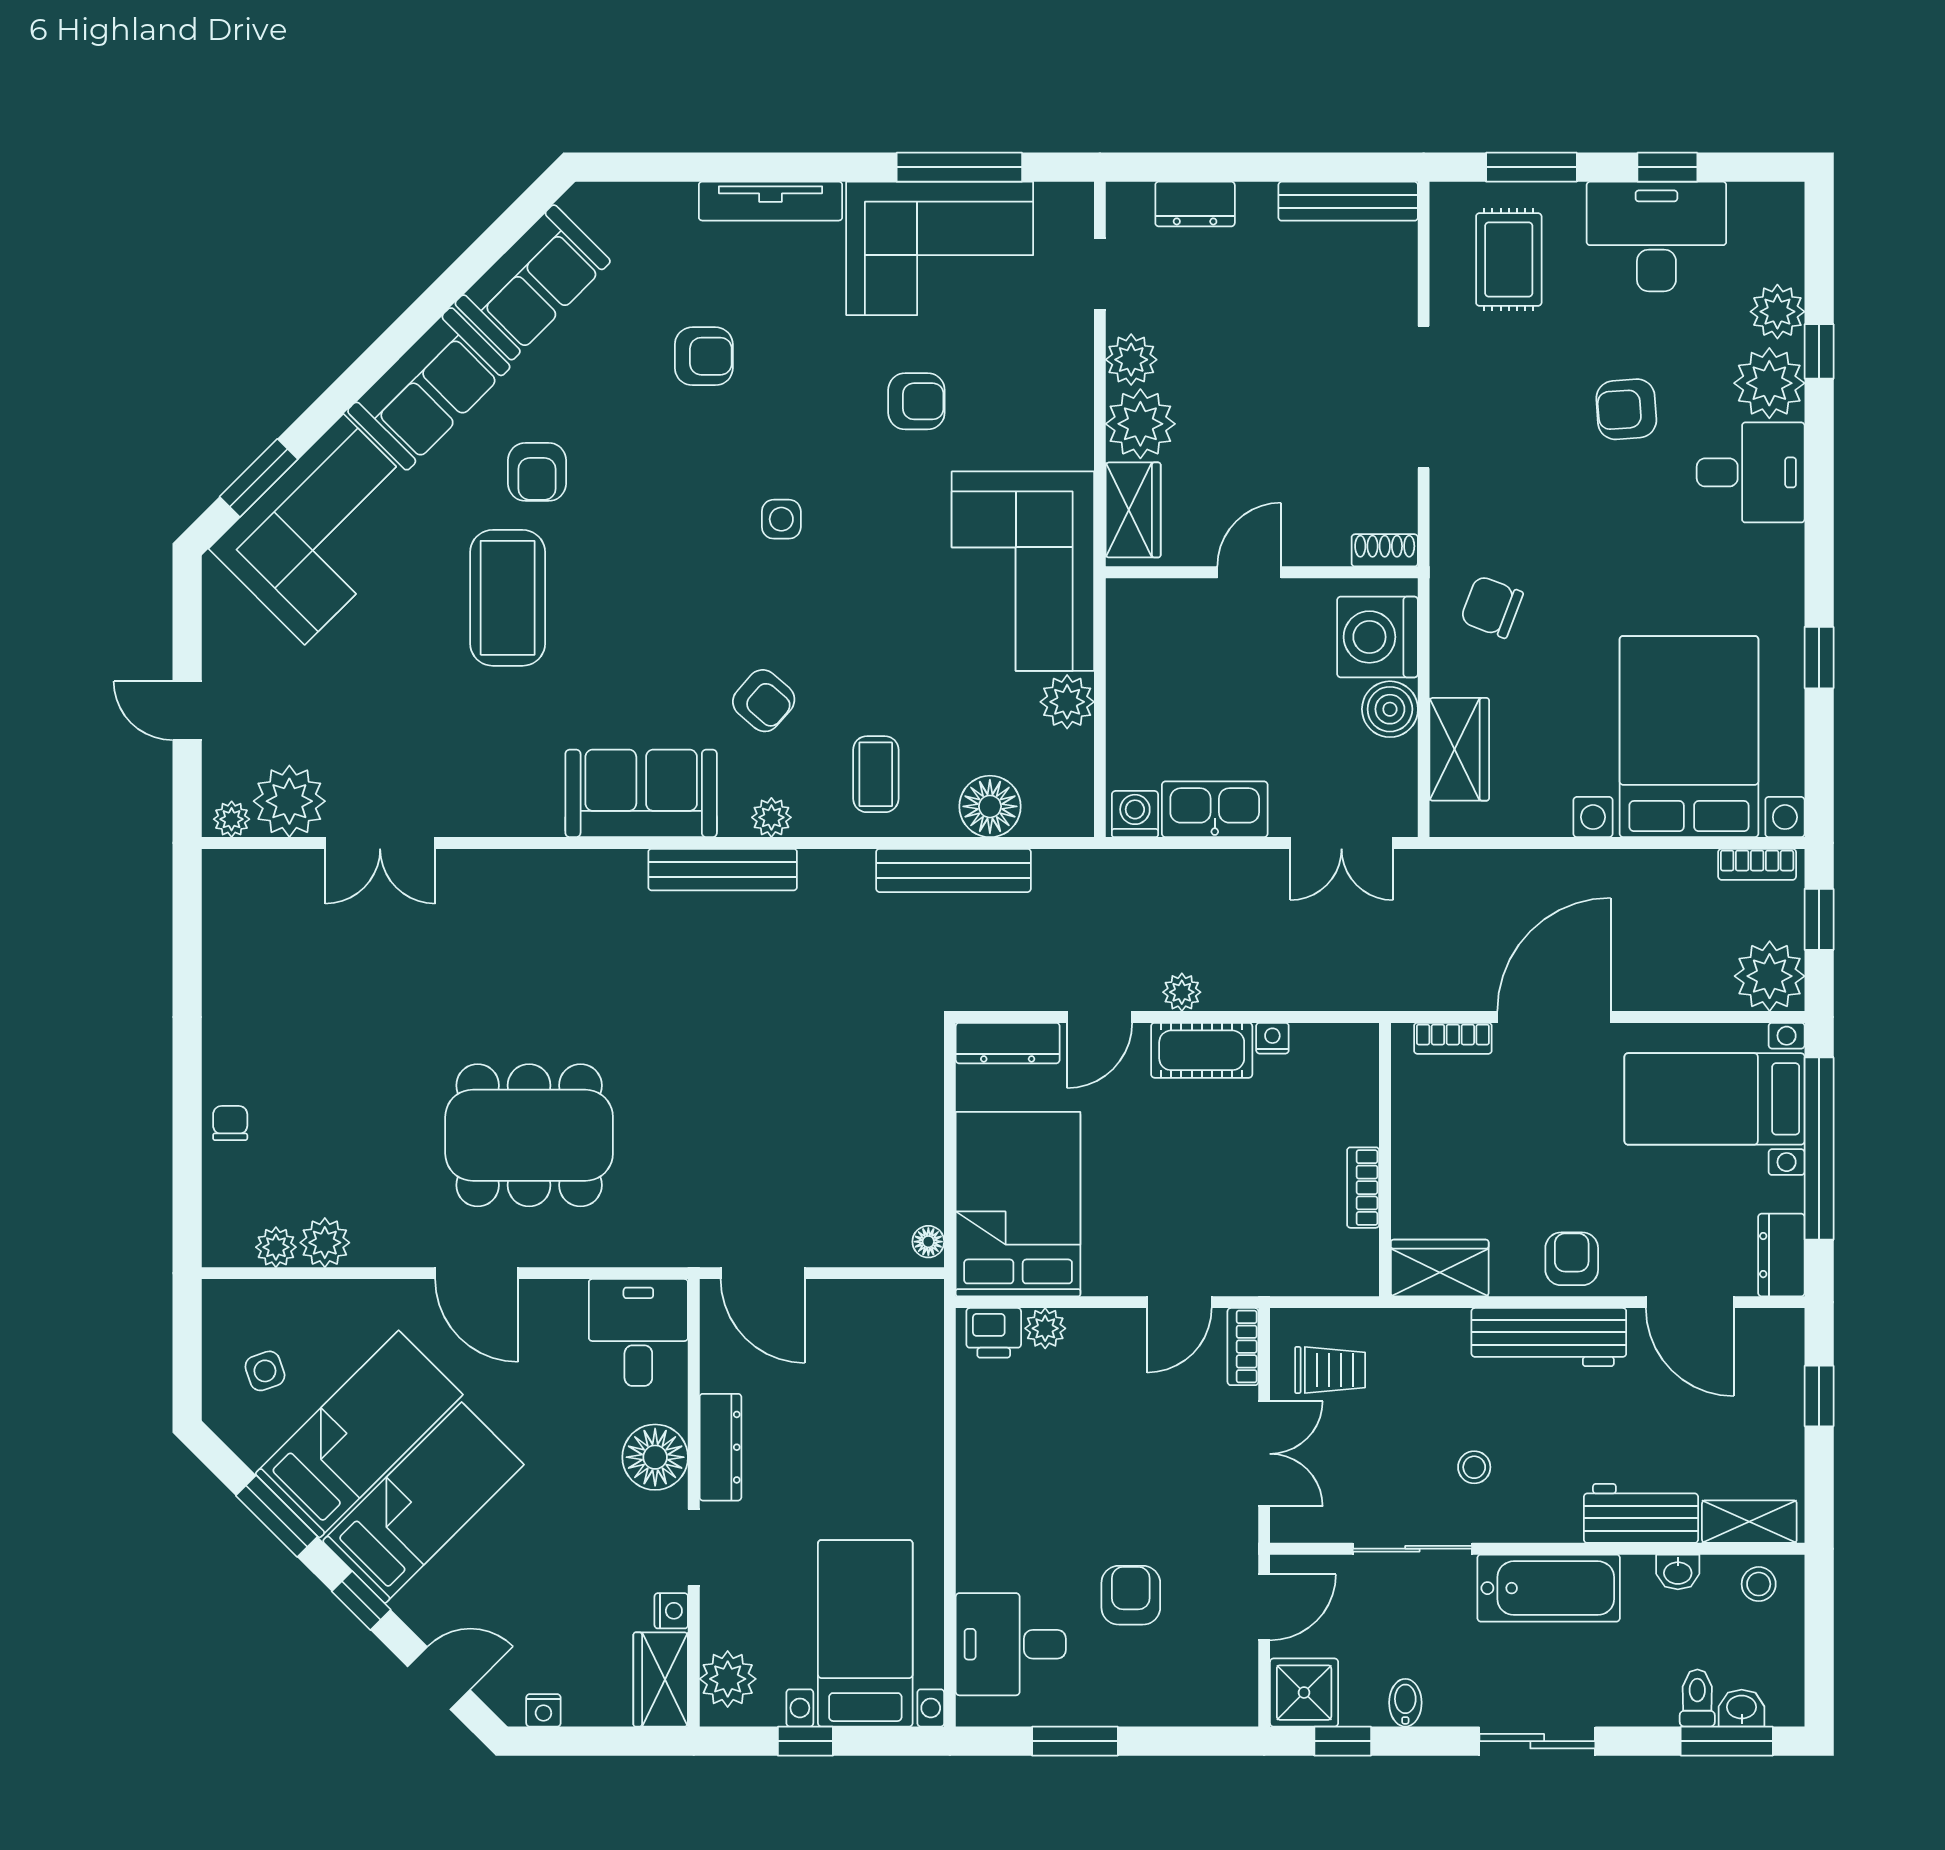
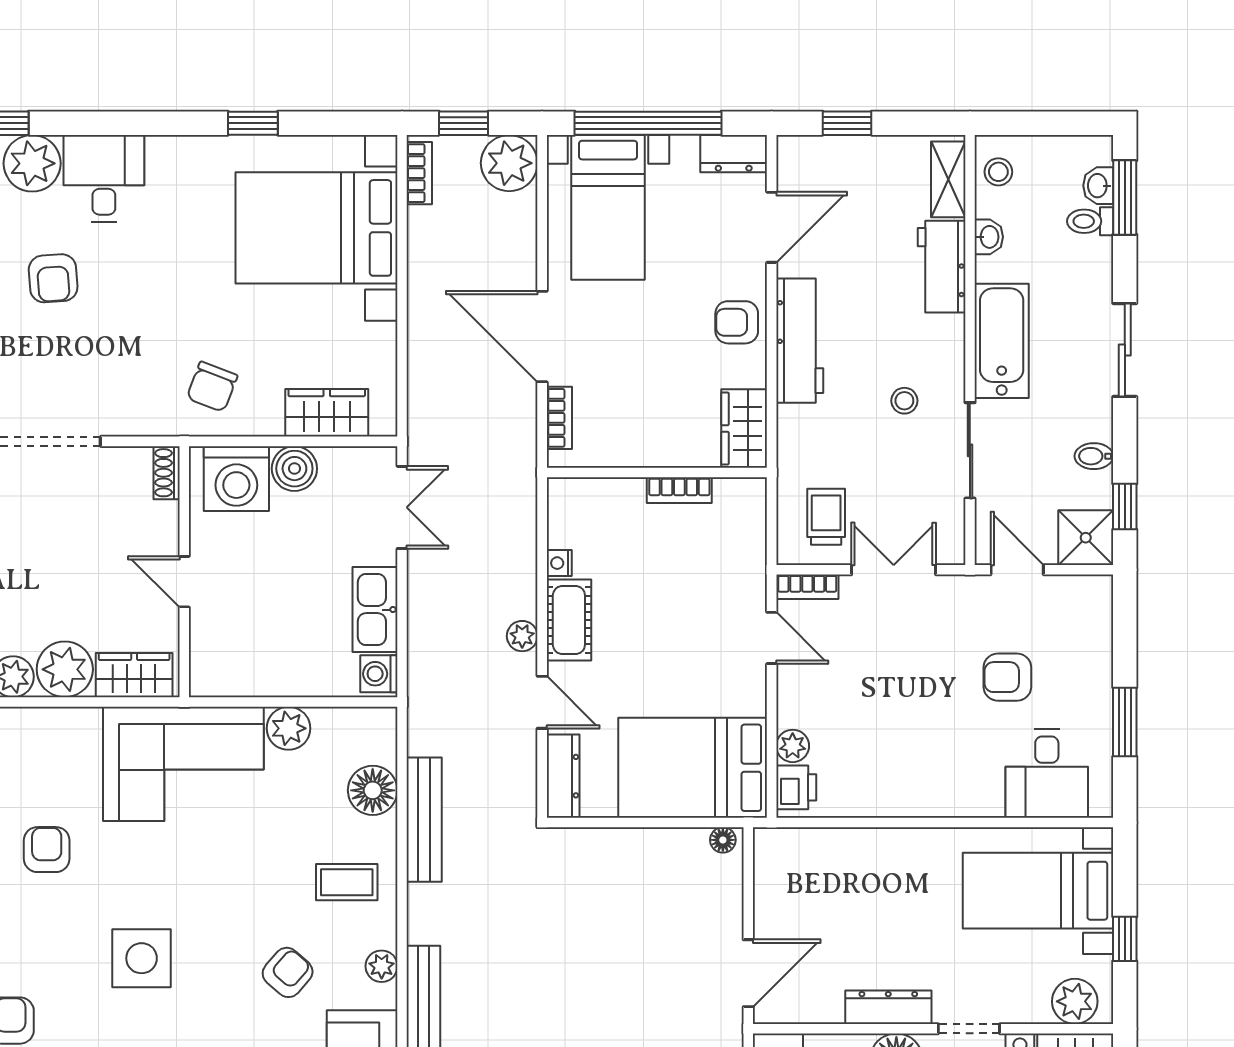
side table: (781, 519) -> (142, 958), width x1.87, depth x1.87

